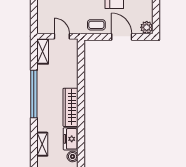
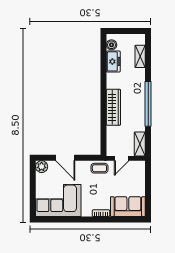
coffee table: (96, 25) -> (99, 168), moved
door: (62, 36) -> (122, 158), hinge flipped
wardrobe: (71, 107) -> (113, 107), moved

